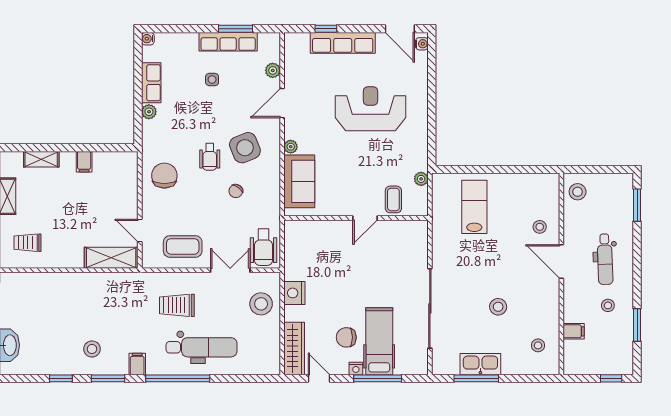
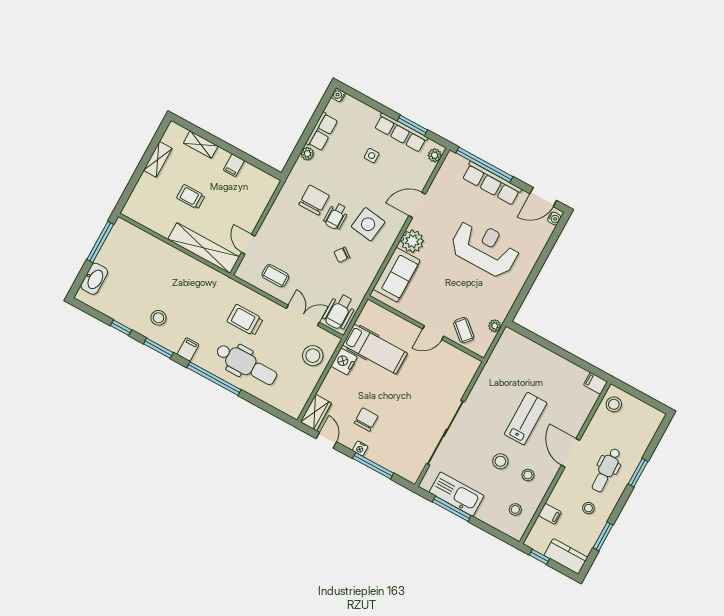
window: (326, 29) -> (484, 165), width x3.17
door: (400, 29) -> (543, 197), hinge flipped
plant: (273, 70) -> (435, 155), moved
plant: (291, 147) -> (412, 241), width x1.88, depth x1.88
side table: (245, 148) -> (368, 224), turned 30
chair: (164, 176) -> (314, 200), moved
filing cabinet: (549, 181) -> (596, 383), added
coffee table: (393, 199) -> (464, 330), turned -49
window: (637, 205) -> (638, 473), moved
lab bench: (474, 207) -> (526, 419), moved
stool: (540, 227) -> (528, 475), moved
trolley: (28, 243) -> (191, 197), moved
coffee table: (183, 246) -> (275, 276), width x0.73, depth x0.77
shelving: (111, 258) -> (204, 248), width x1.47
chair: (346, 337) -> (366, 419), turned 90
hospital bed: (379, 341) -> (375, 349), moved, turned 90
wardrobe: (294, 348) -> (316, 413), width x0.67
kitchen sink: (480, 364) -> (457, 494), width x1.36, depth x1.24
kitchen counter: (612, 364) -> (566, 556), added
window: (611, 378) -> (539, 557), moved

